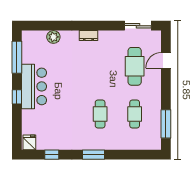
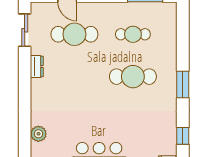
dresser: (88, 36) -> (37, 66), moved
cafe table: (100, 114) -> (133, 77), width x1.37, depth x1.35

